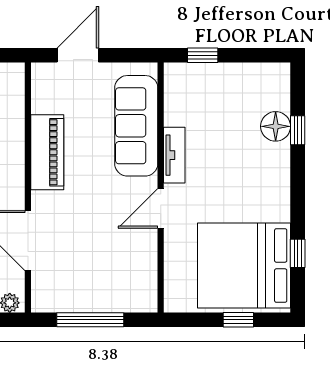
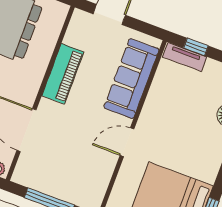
tv unit: (174, 155) -> (185, 57), moved, turned 90

